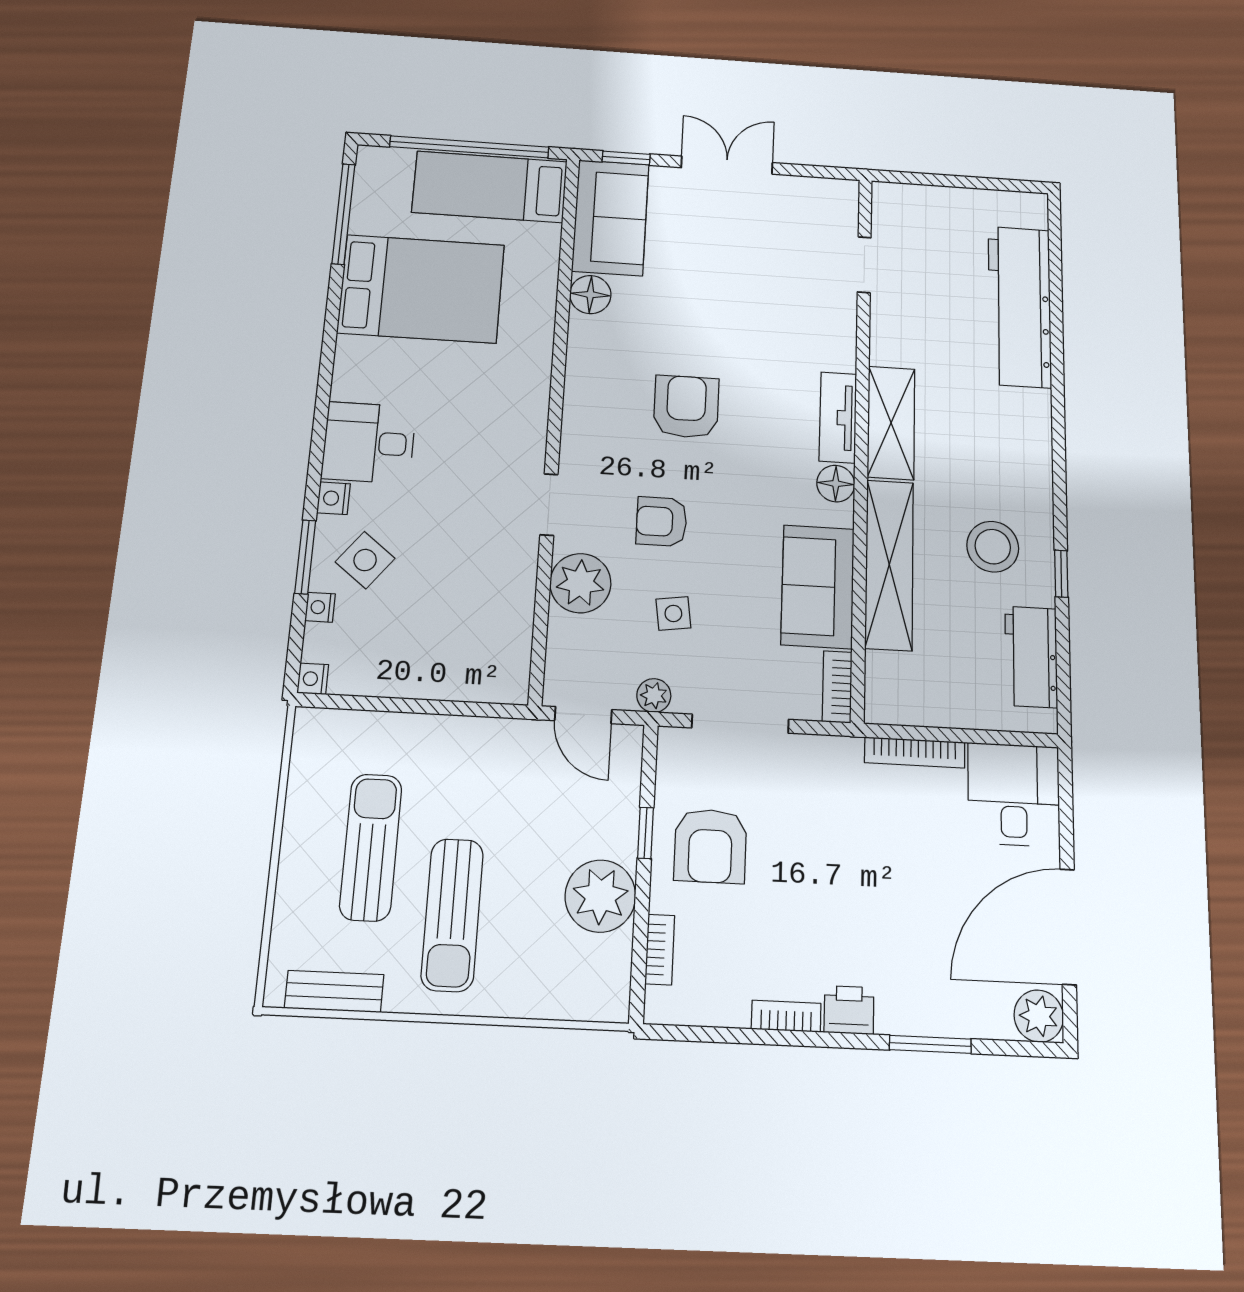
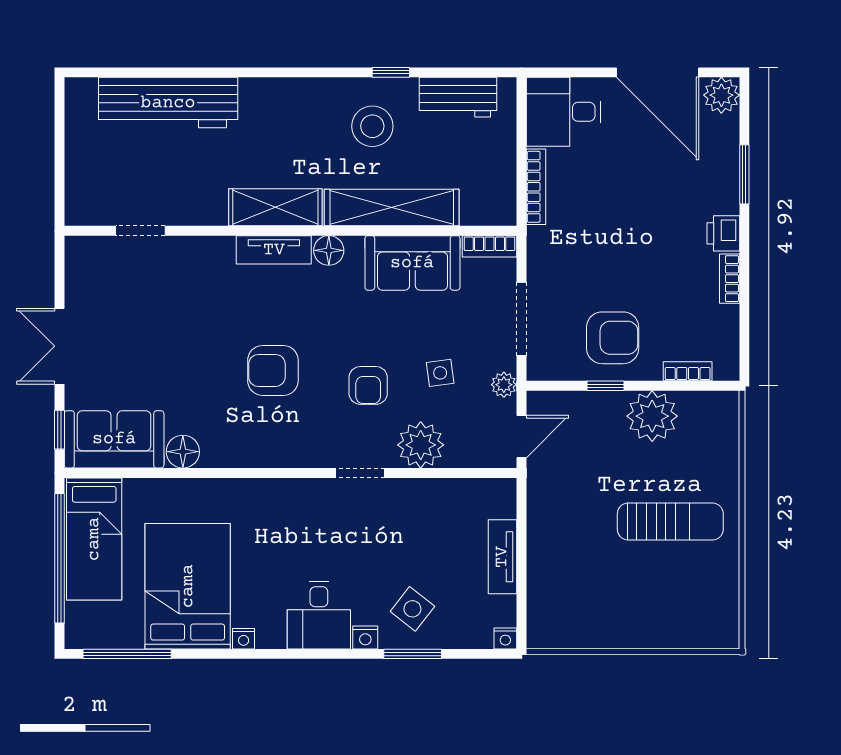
nightstand: (320, 607) -> (244, 639), moved
tv unit: (424, 681) -> (502, 557), added
sun lounger: (371, 847) -> (626, 584), removed
bench: (334, 991) -> (727, 600), removed

